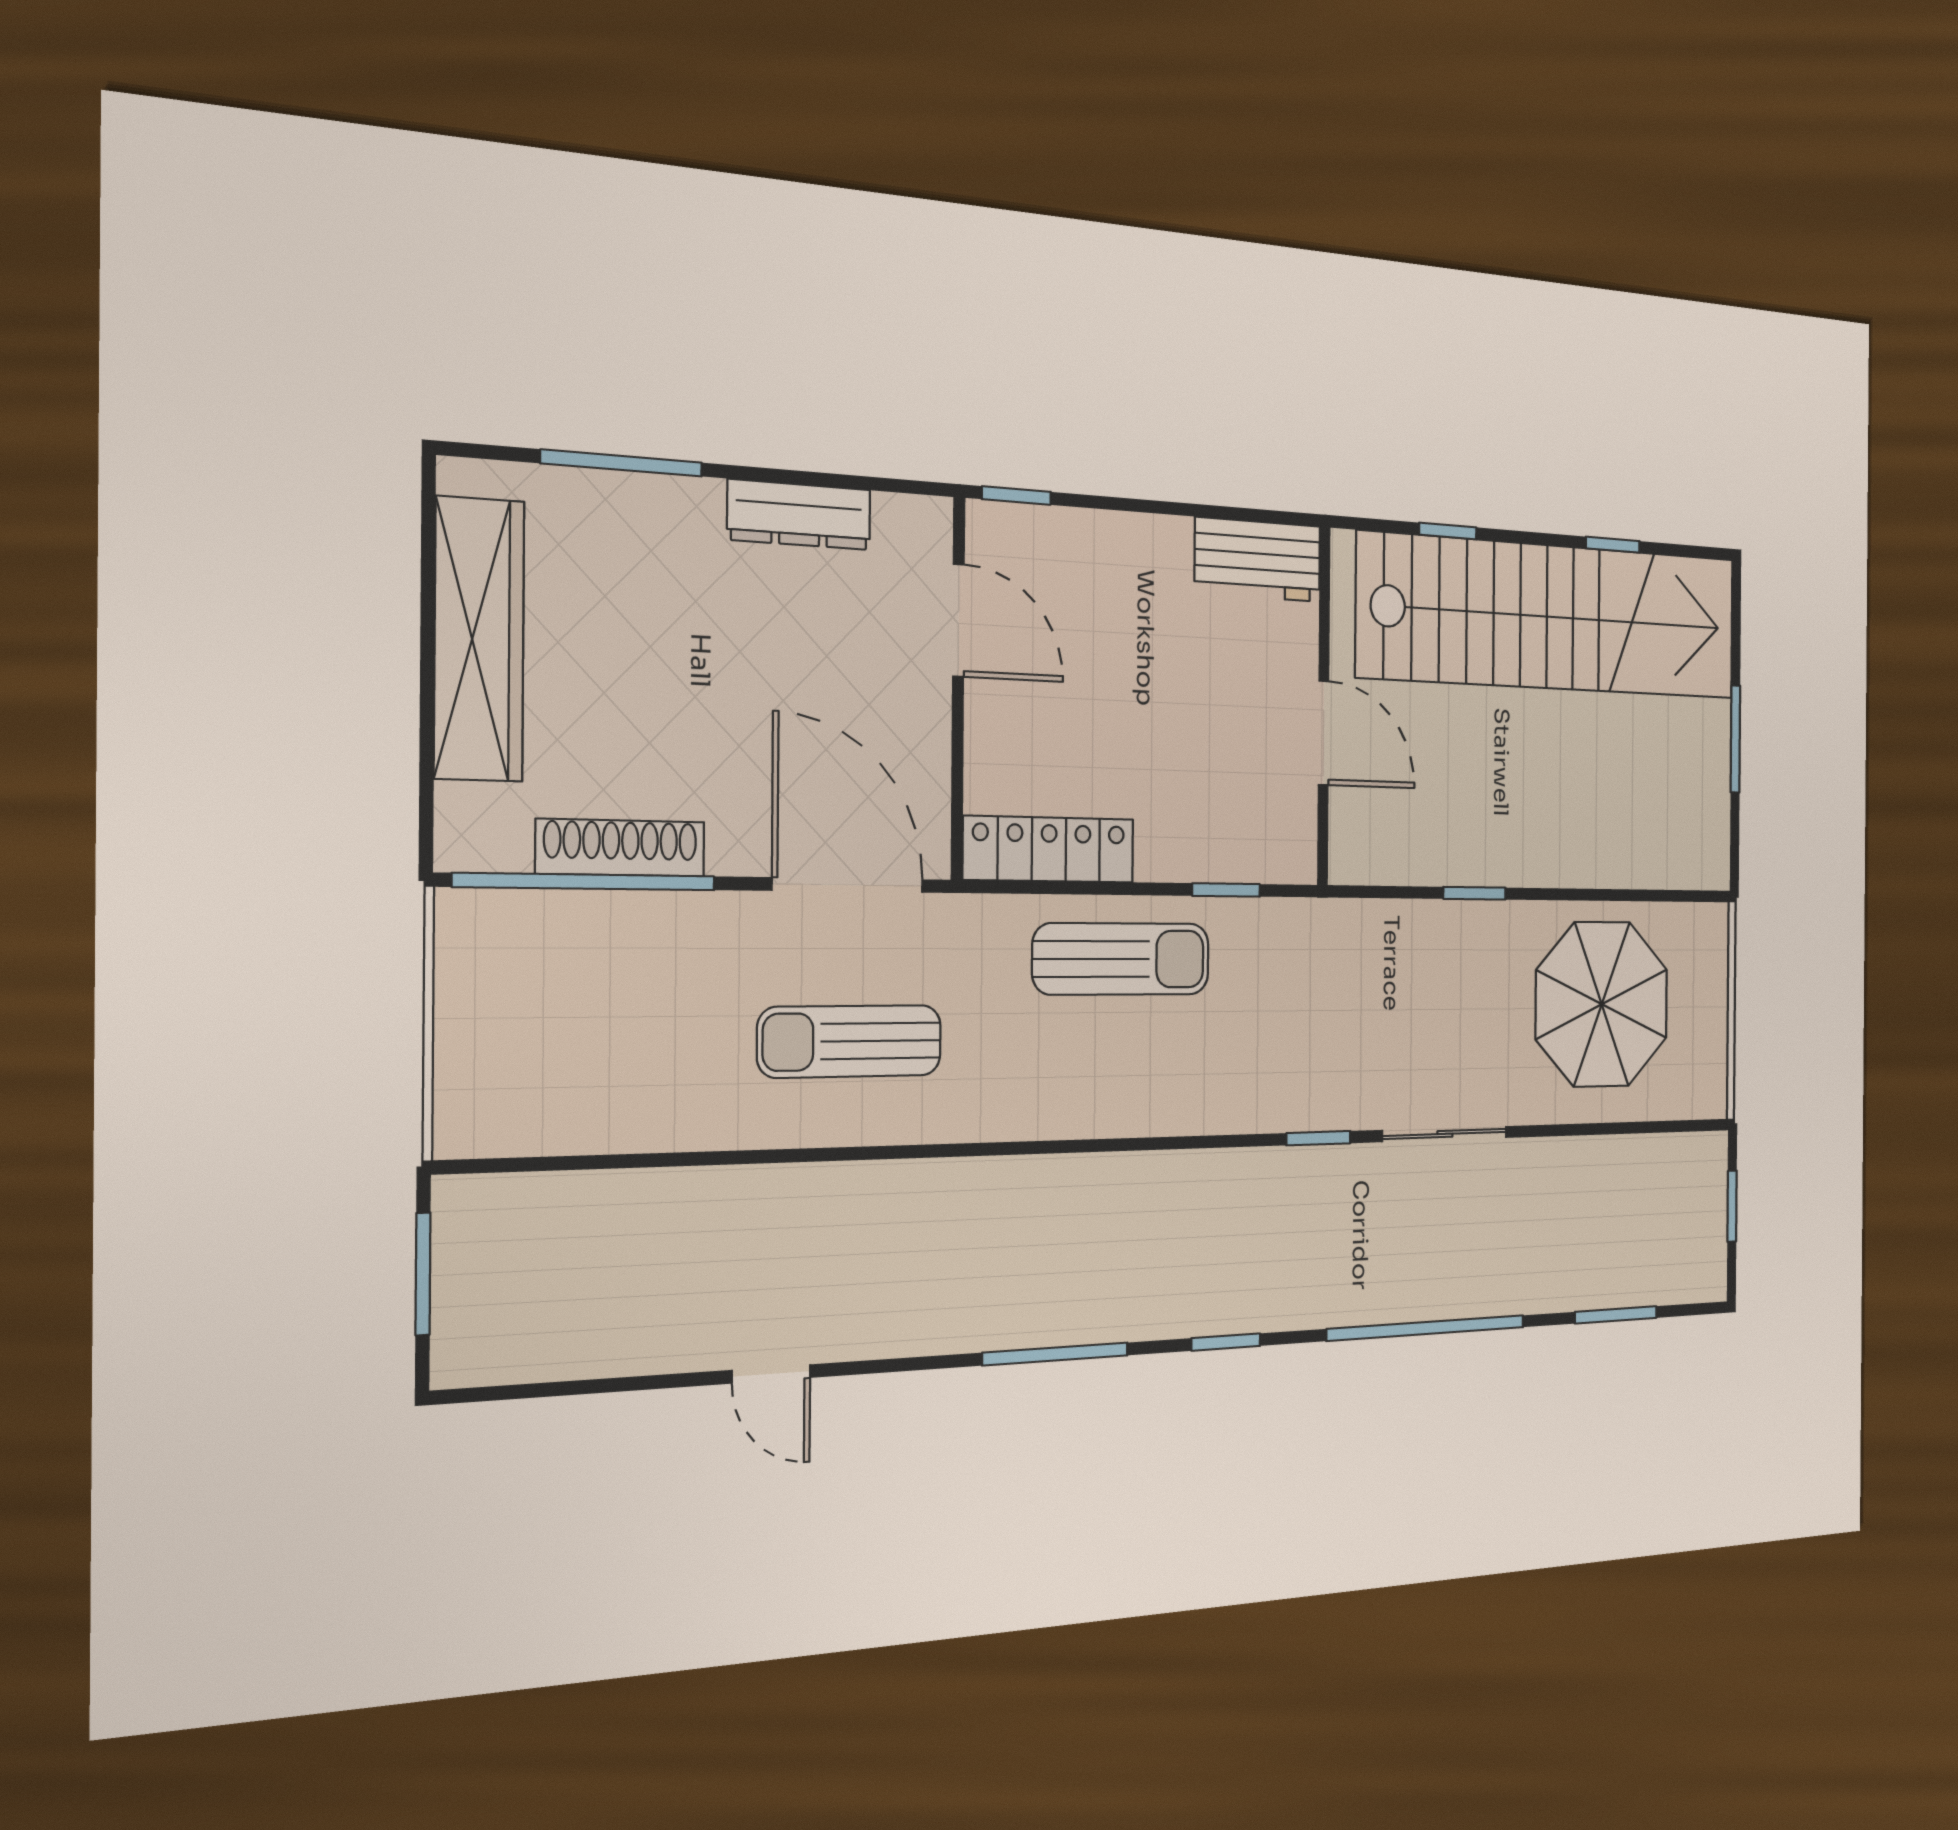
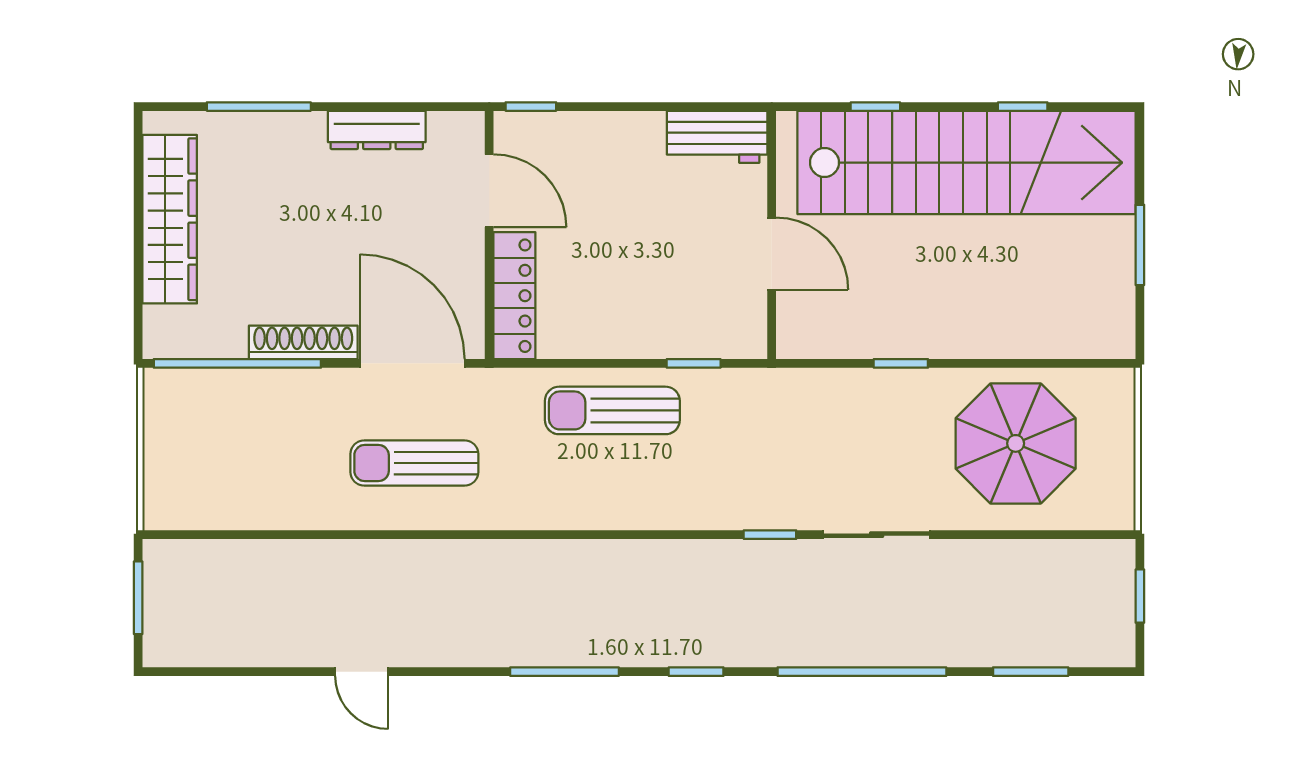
shoe rack: (621, 848) -> (303, 342), moved
locker: (1049, 849) -> (514, 296), moved, turned 90
sun lounger: (1121, 959) -> (612, 410), turned 180

